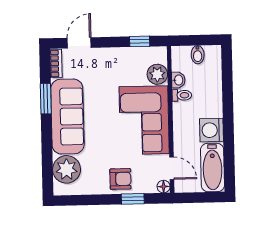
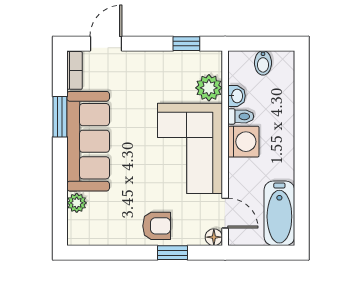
washing machine: (212, 130) -> (243, 142), moved, turned 180
plant: (67, 169) -> (77, 203), width x0.53, depth x0.53

